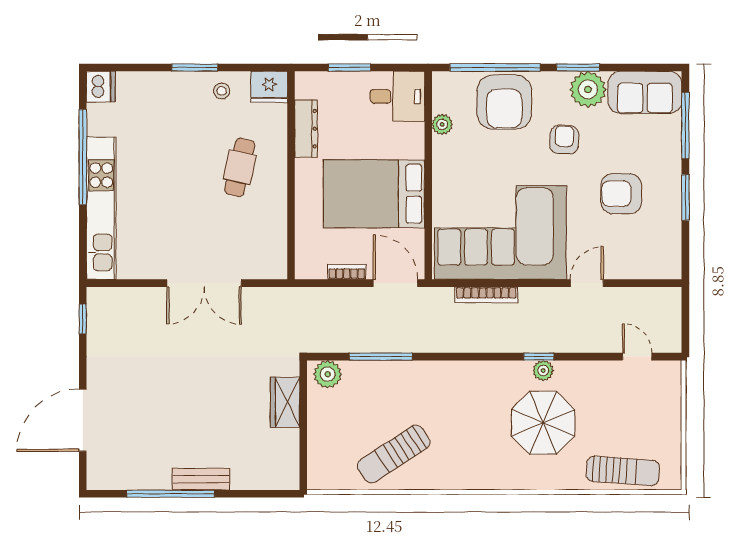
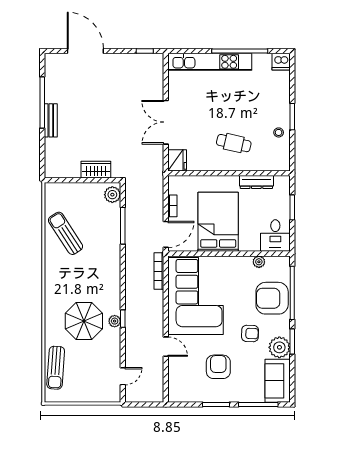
fridge: (269, 87) -> (177, 160), moved, turned 180
bookcase: (486, 295) -> (159, 271), moved

